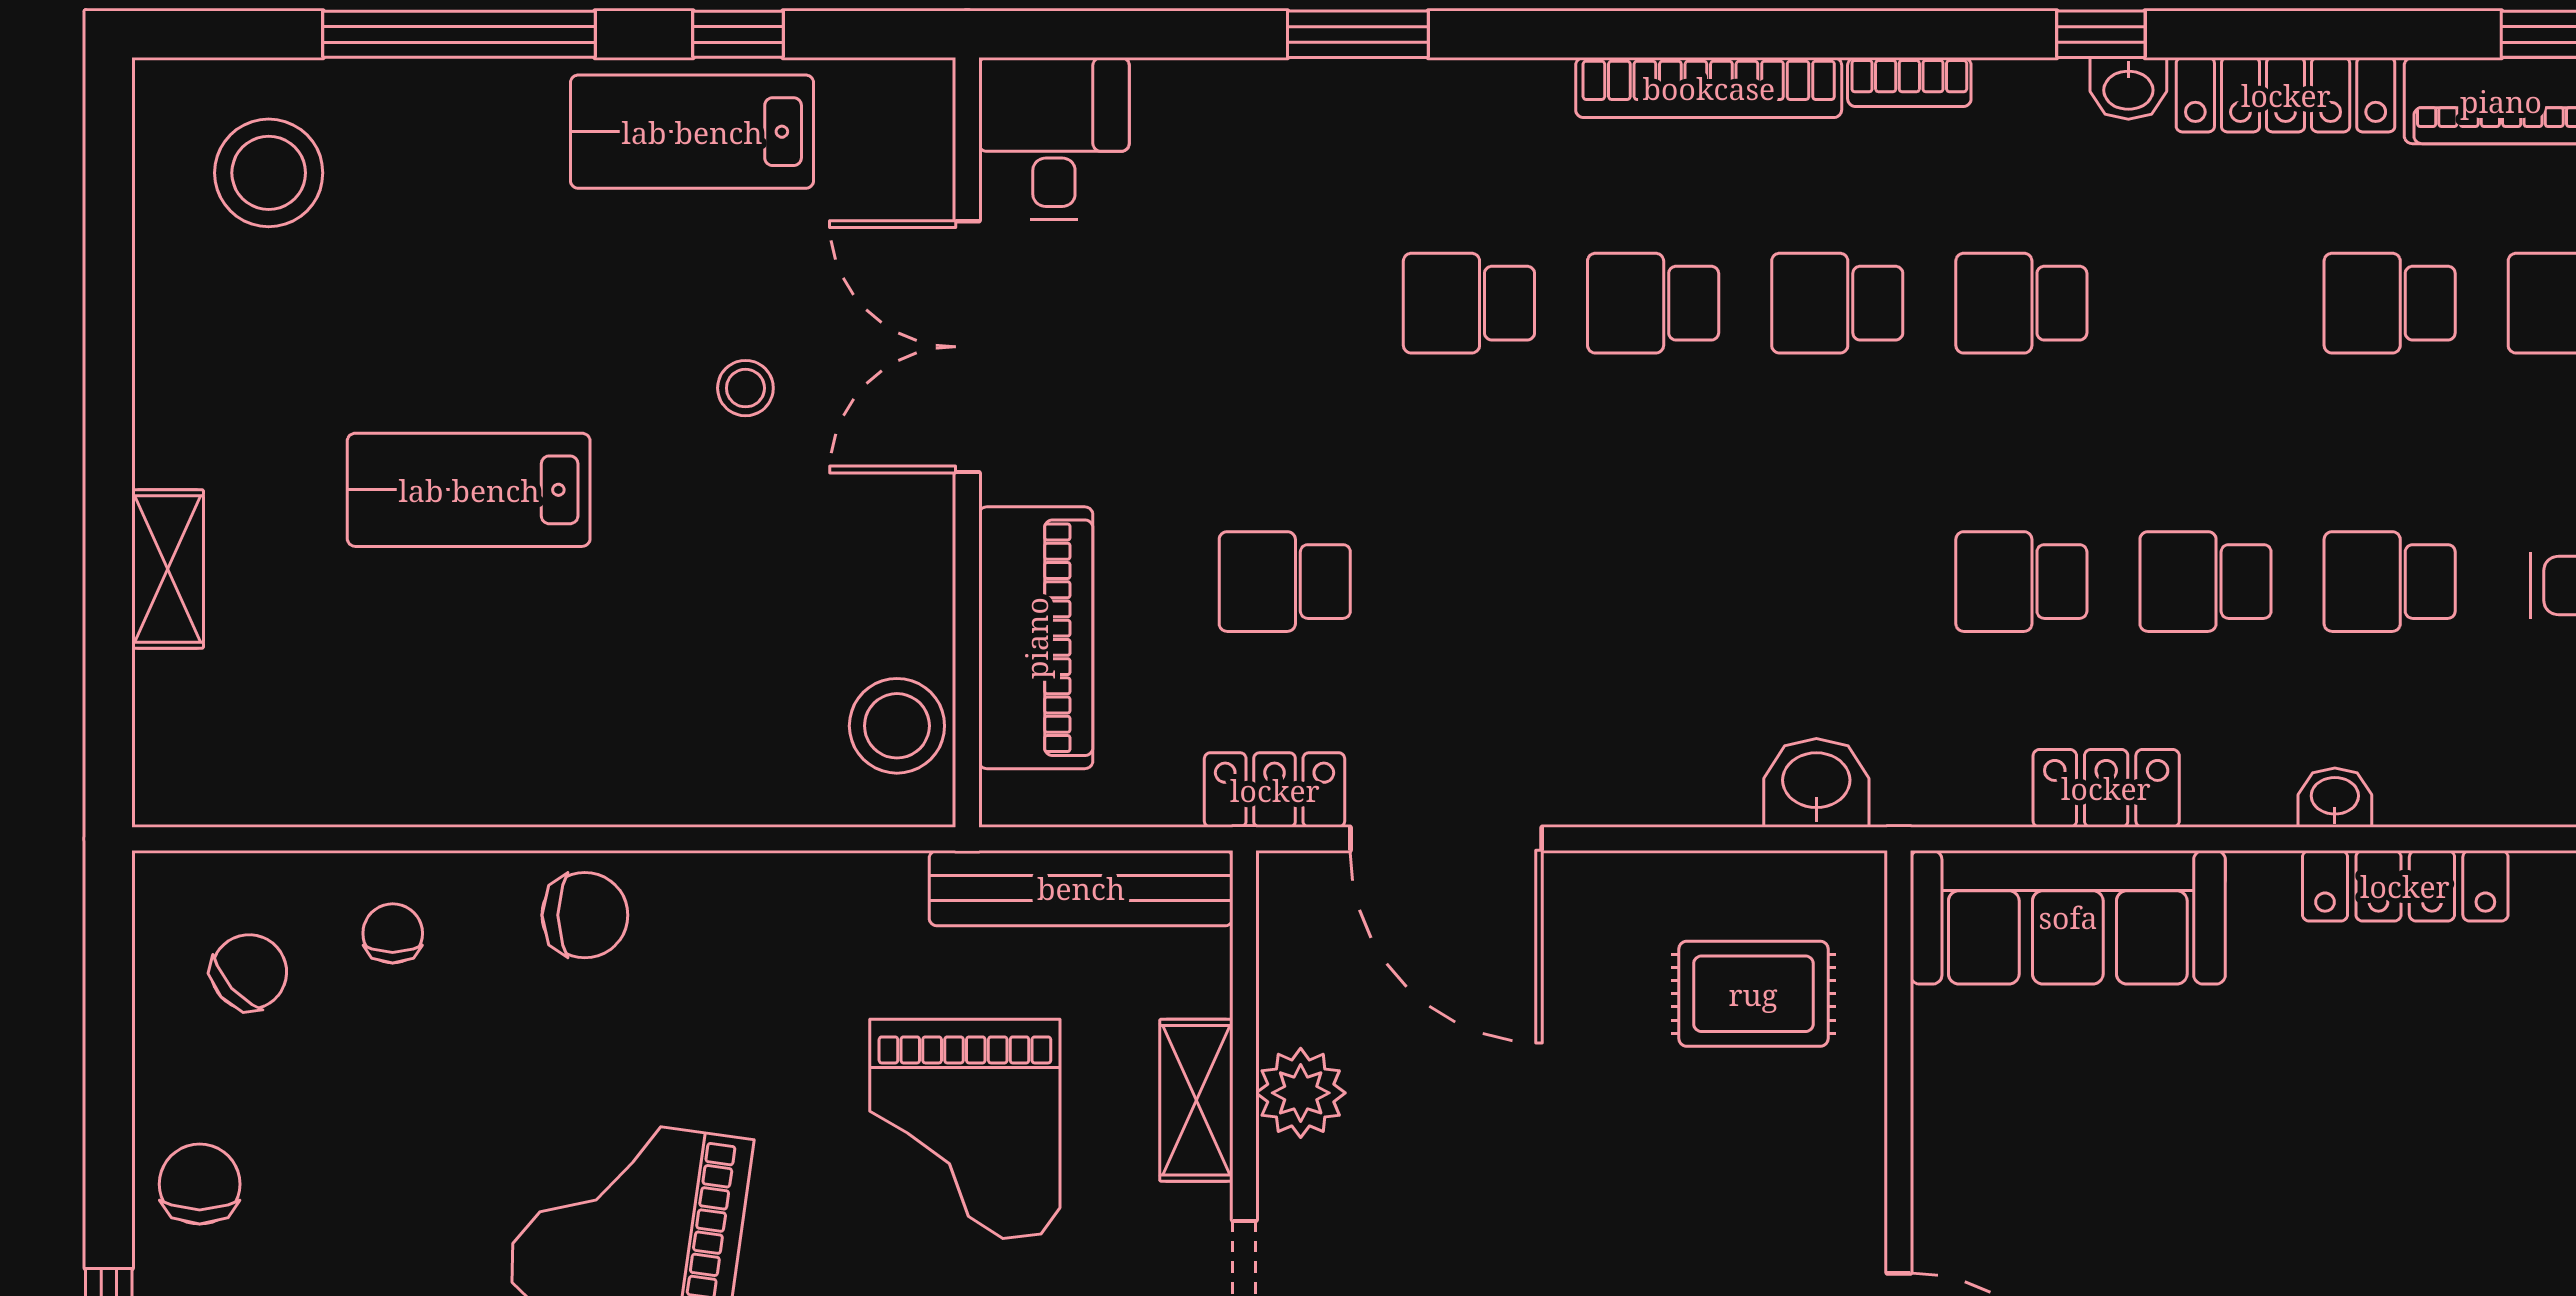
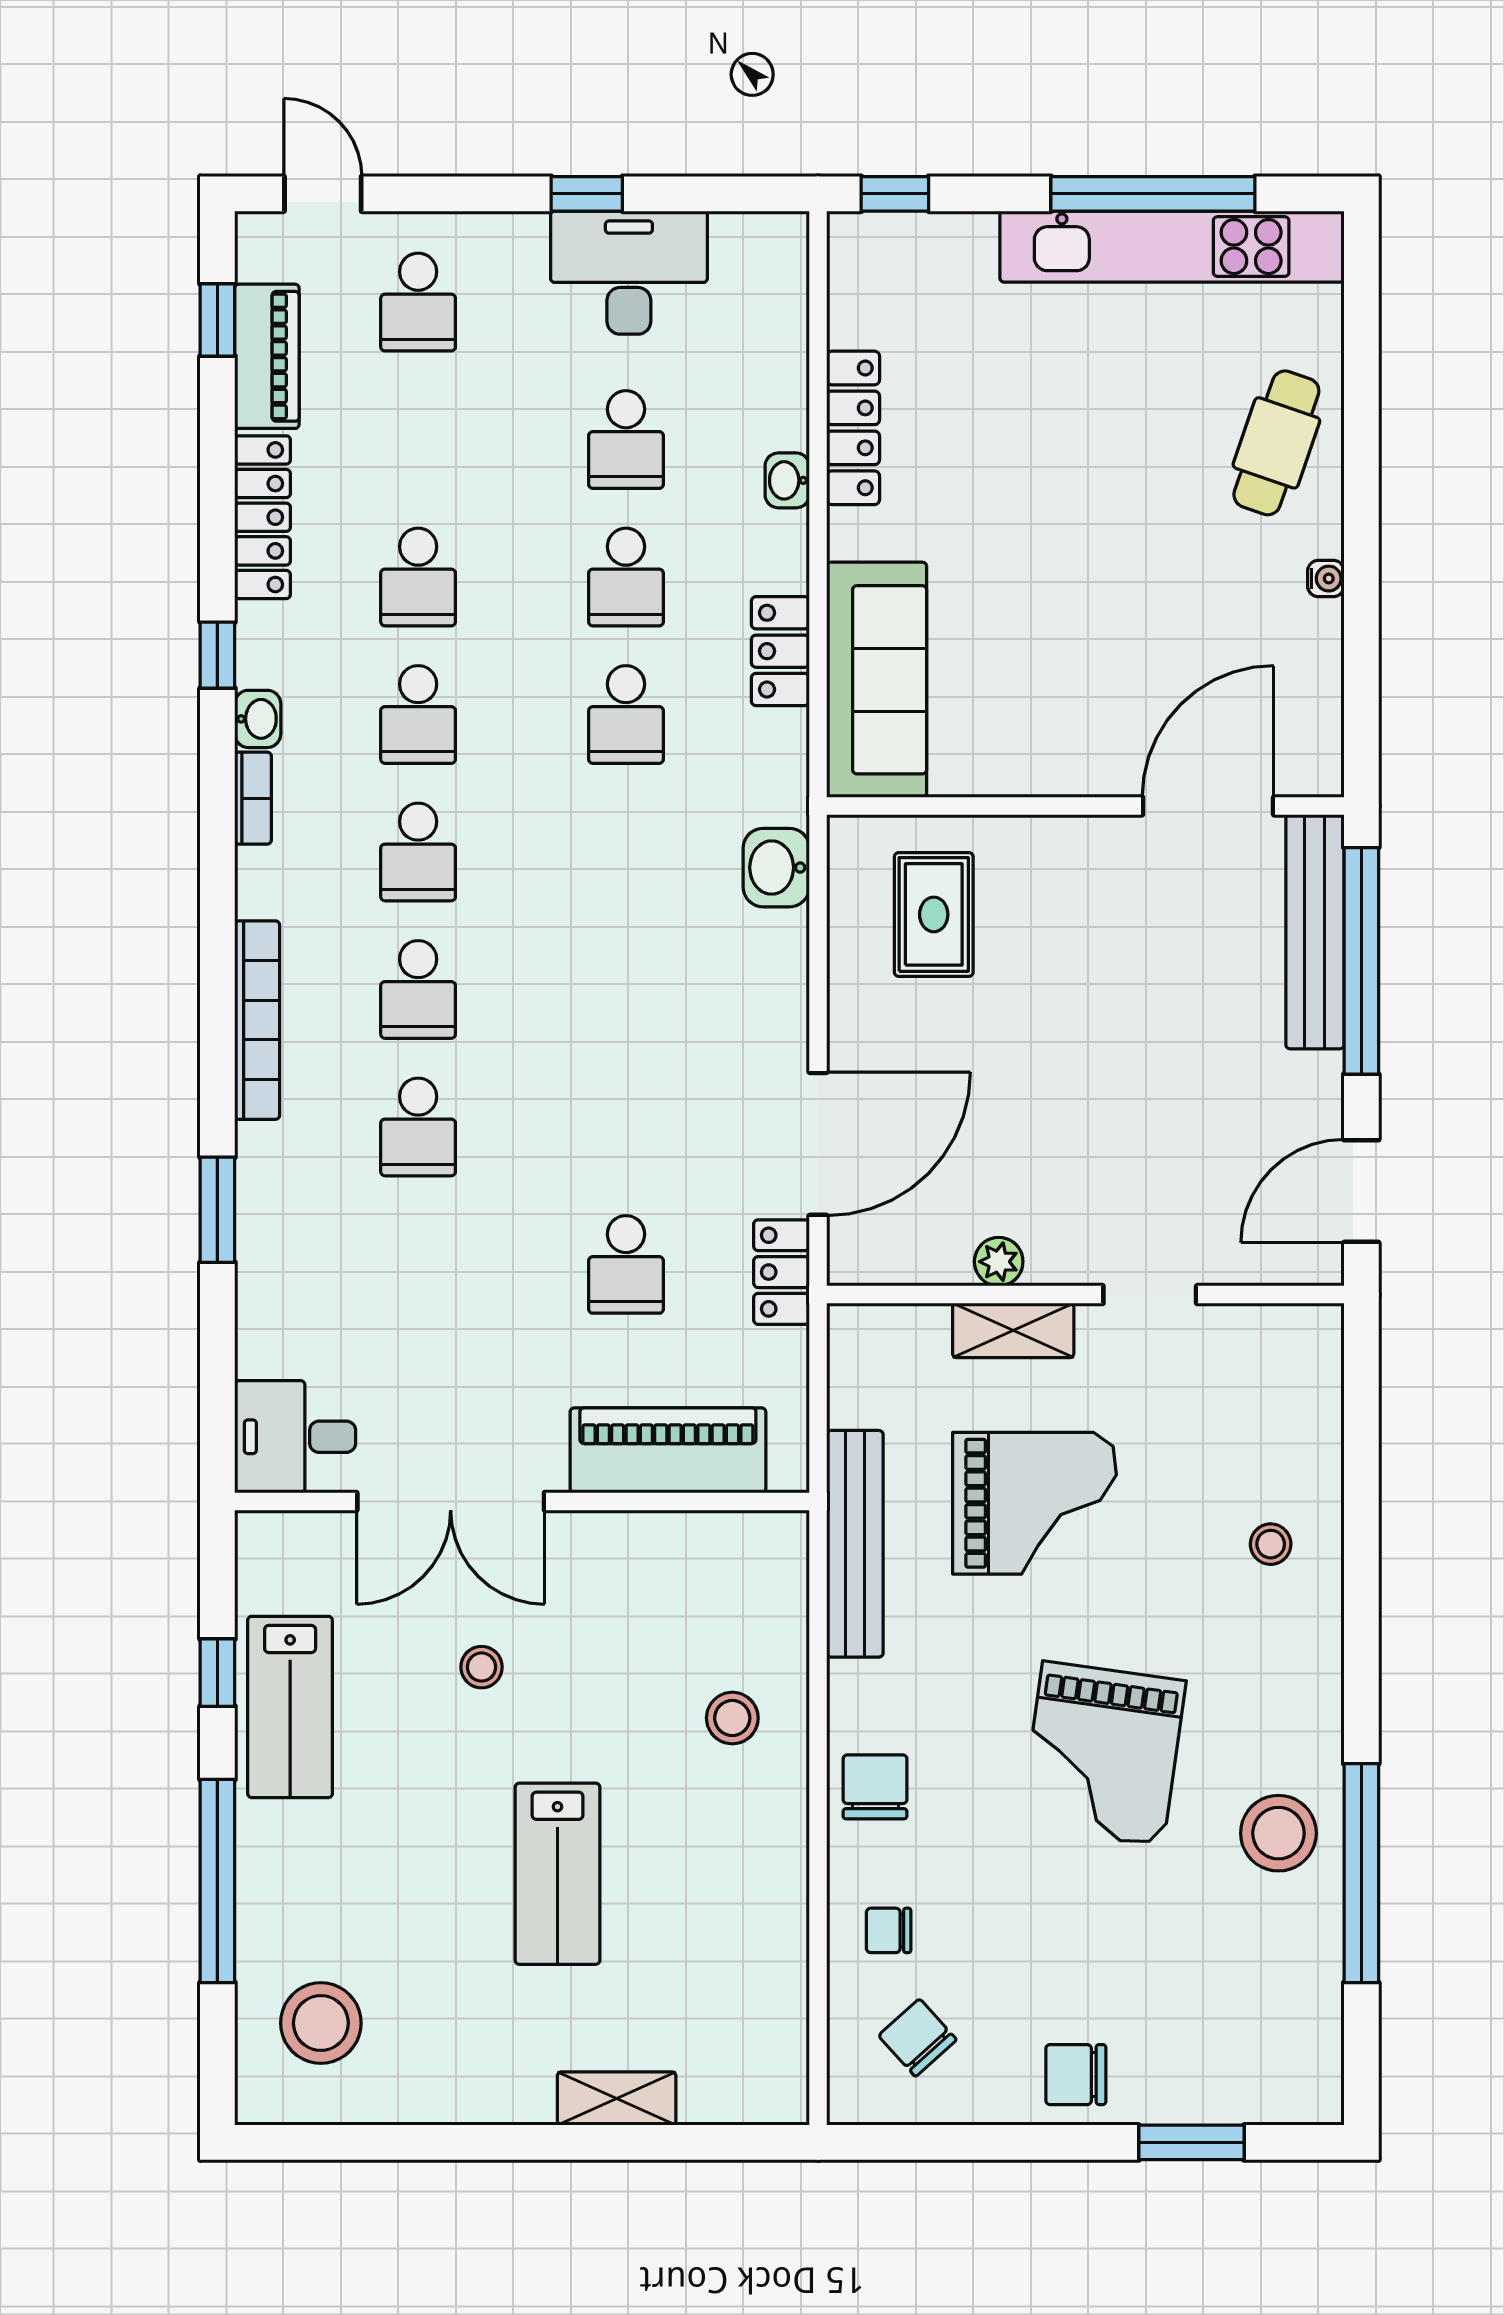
bookcase: (1709, 88) -> (257, 1020), moved
washbasin: (2128, 88) -> (258, 719), moved
school desk: (2390, 303) -> (418, 577), moved
stool: (897, 726) -> (732, 1718), moved, width x0.73, depth x0.73
bench: (1081, 888) -> (855, 1544), moved
plant: (1301, 1093) -> (999, 1262), width x0.73, depth x0.73

